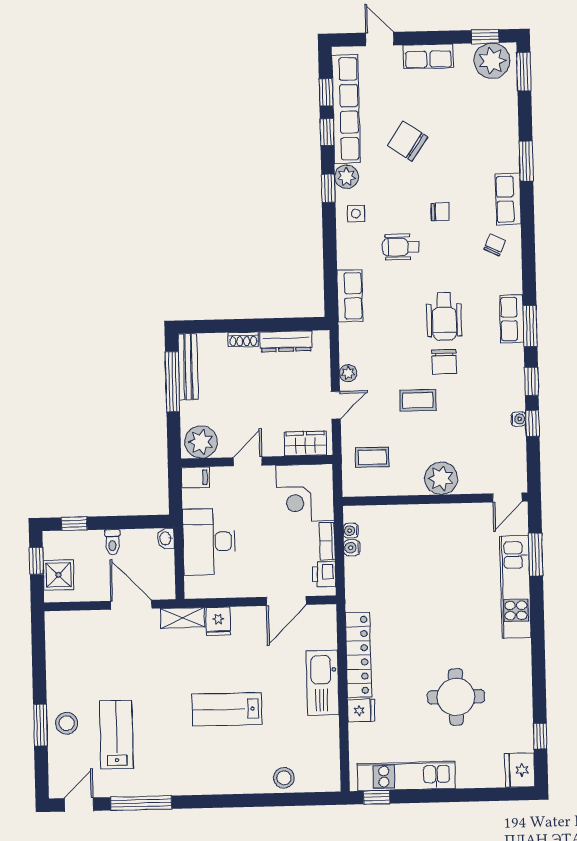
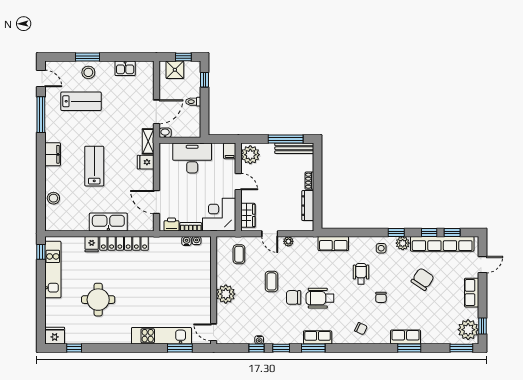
row of seats: (508, 199) -> (406, 337), moved
washbasin: (166, 538) -> (165, 133), moved
kitchen sink: (58, 660) -> (125, 68), added
filing cabinet: (209, 781) -> (53, 154), added

